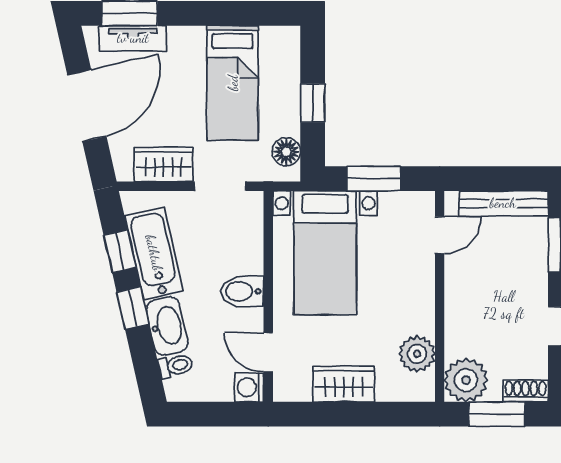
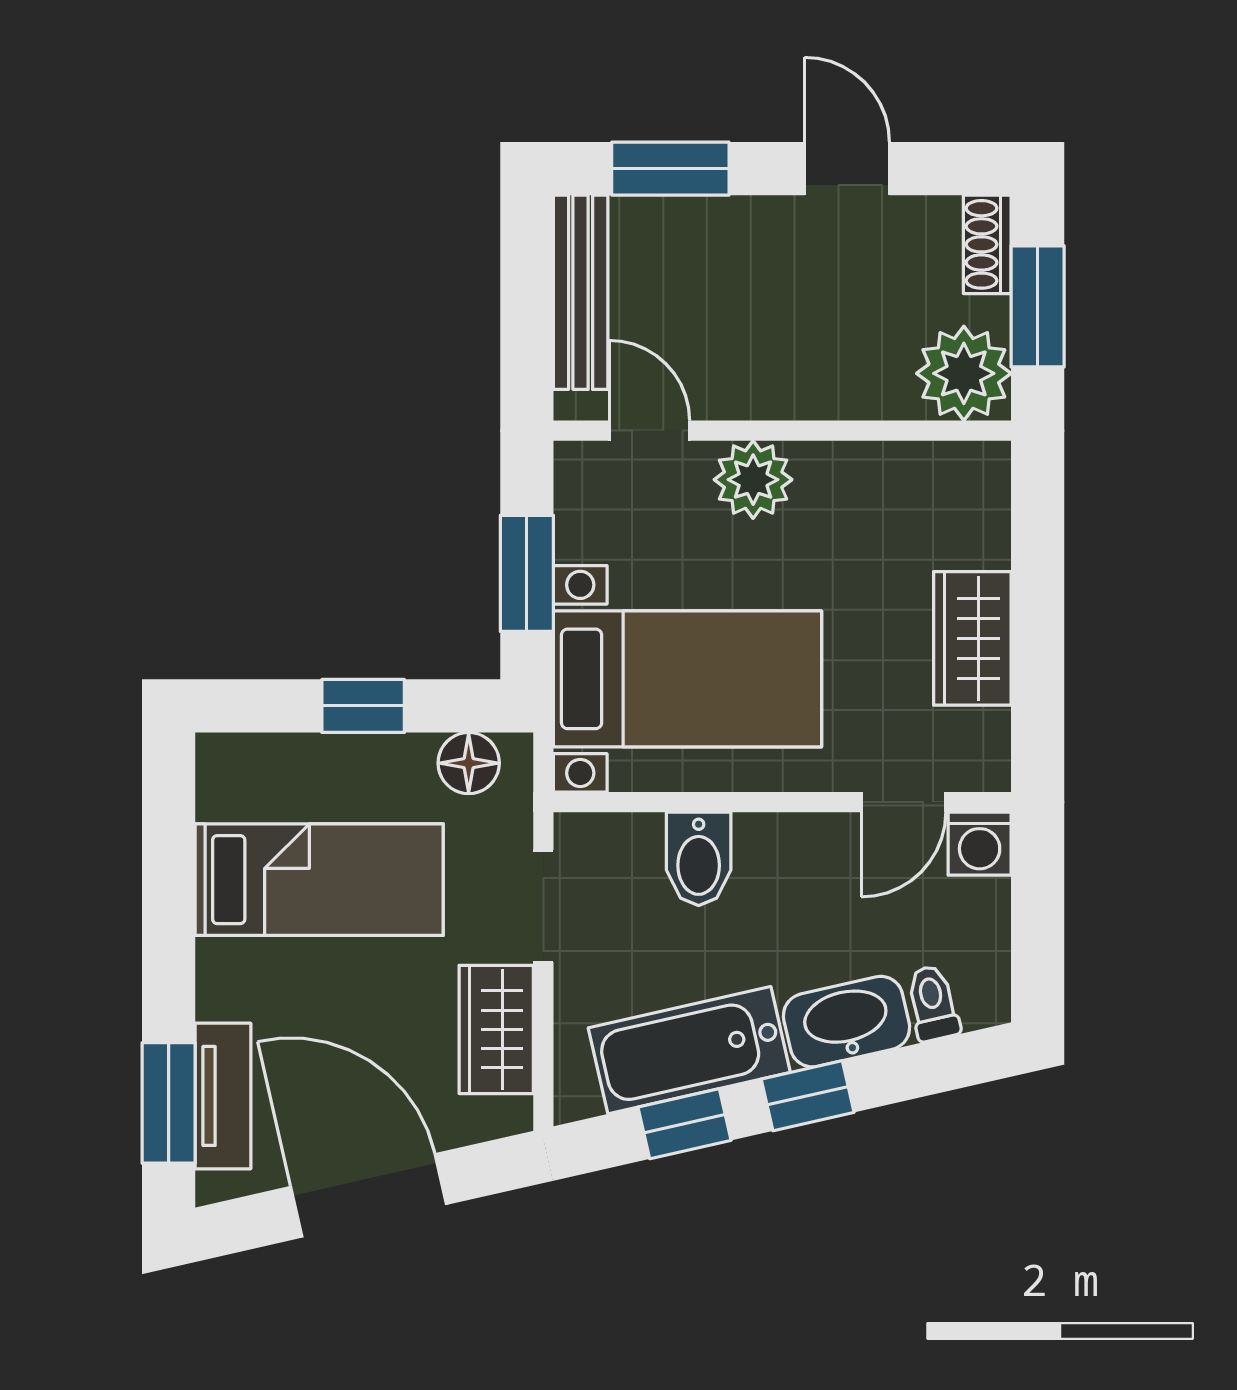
bidet: (242, 291) -> (699, 859), moved
plant: (417, 354) -> (753, 480), moved

